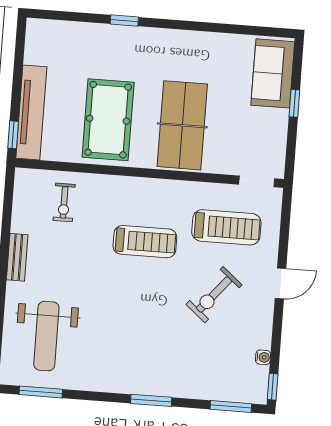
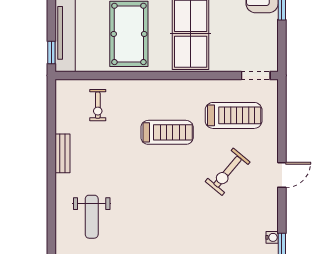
door: (280, 283) -> (282, 175), moved
weight bench: (46, 336) -> (92, 217), width x0.73, depth x0.75
water cooler: (263, 357) -> (272, 237), moved

